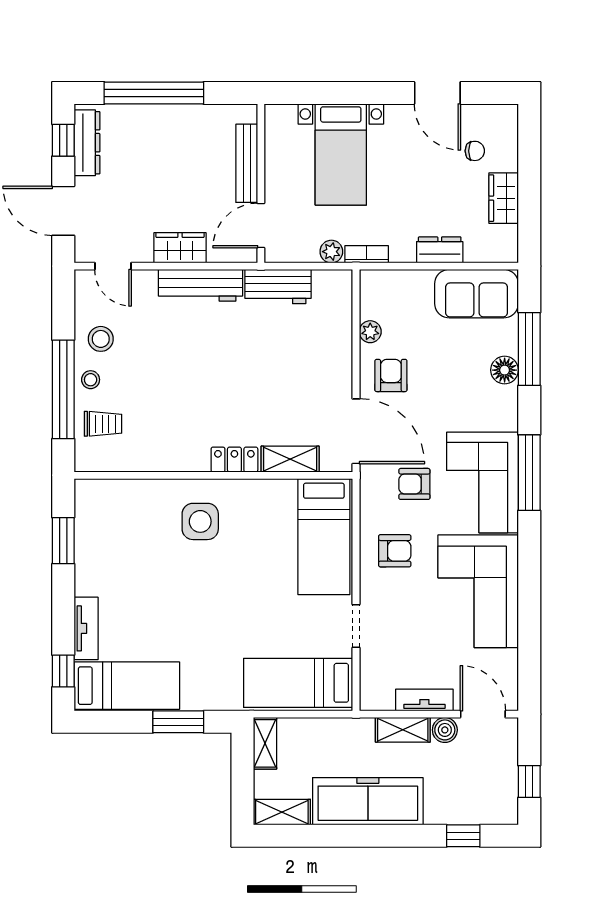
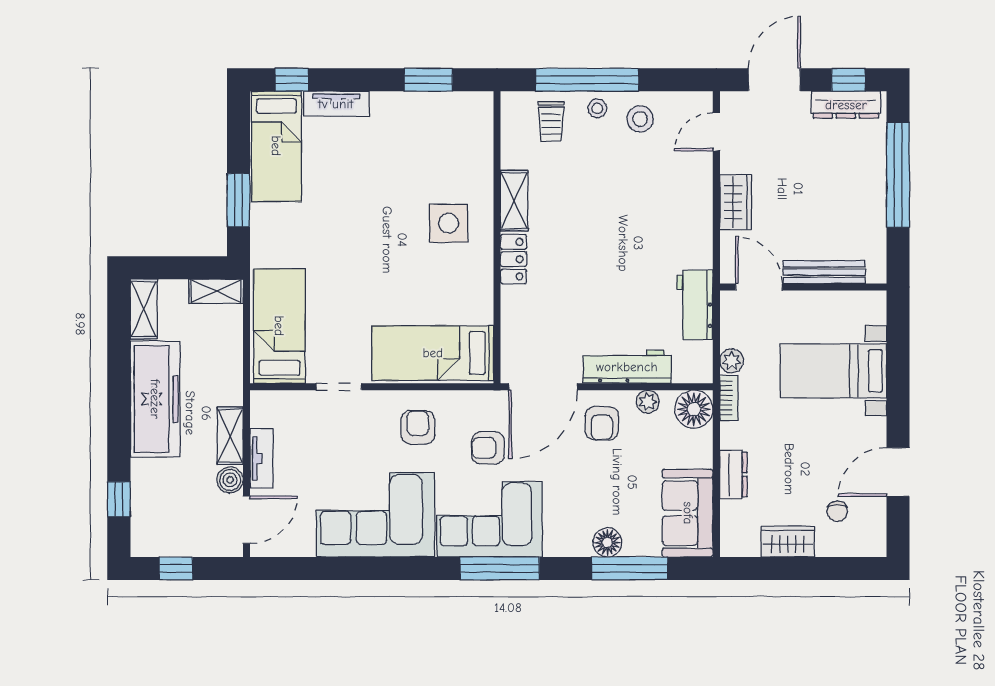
workbench: (200, 285) -> (627, 367), moved, turned 90
floor lamp: (377, 288) -> (694, 409), added
armchair: (391, 375) -> (602, 423), turned 90
shelving: (290, 459) -> (514, 201), moved
armchair: (414, 484) -> (488, 448), turned -90
armchair: (395, 551) -> (418, 427), turned 180

